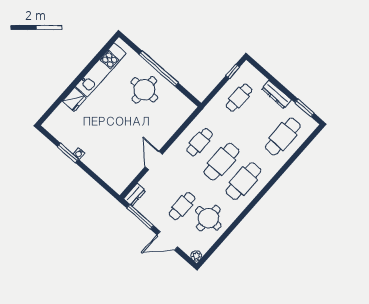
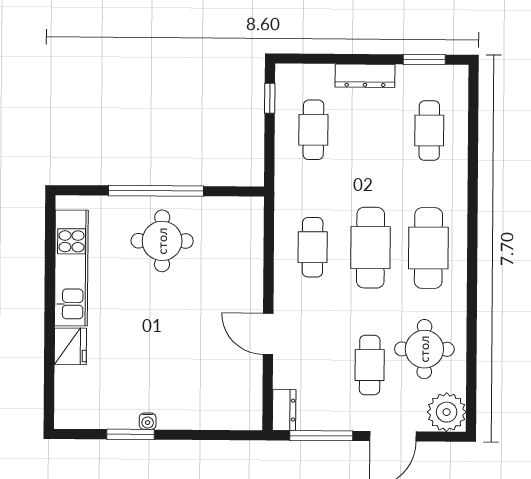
cafe table: (283, 137) -> (429, 131), width x0.73, depth x0.74
plant: (196, 256) -> (447, 412), width x1.88, depth x1.88

